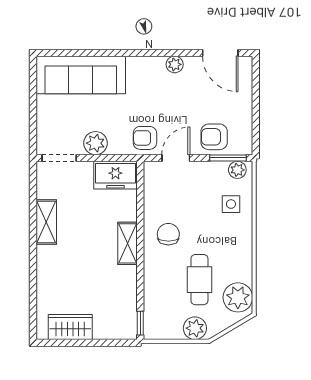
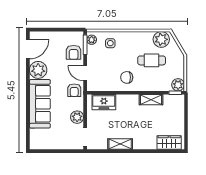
plant: (175, 64) -> (38, 70), width x1.87, depth x1.87
sofa: (81, 75) -> (40, 104), moved
freezer: (115, 175) -> (104, 102), moved, turned 90
shelving: (127, 243) -> (151, 100), moved
wardrobe: (70, 327) -> (169, 143), moved, turned 90
plant: (195, 328) -> (178, 85), moved

